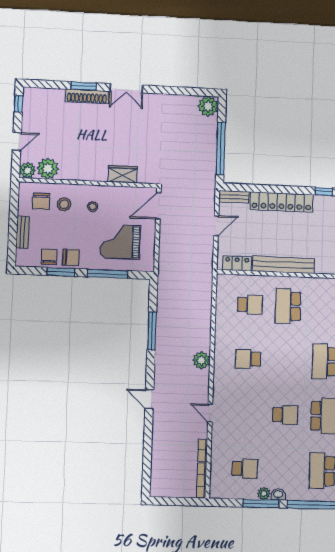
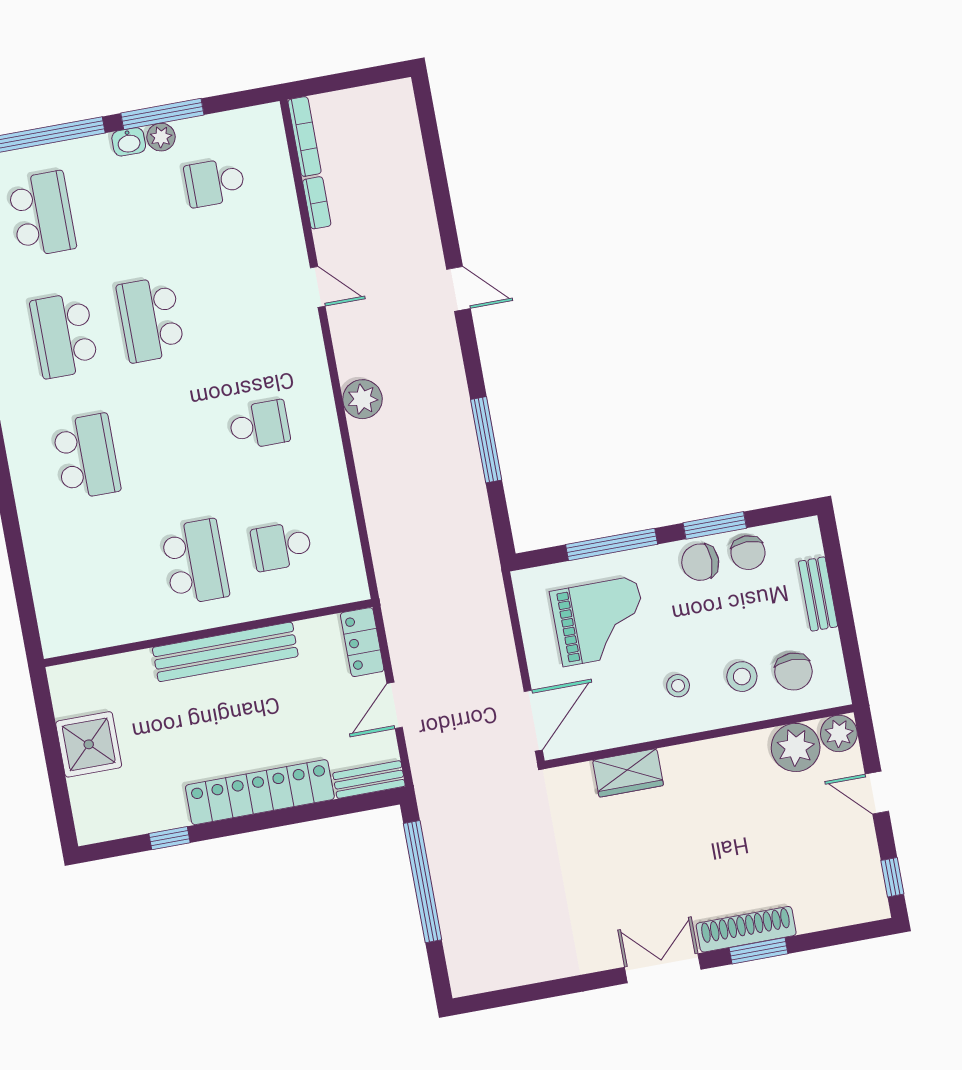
plant: (208, 106) -> (472, 971), removed
door: (17, 141) -> (877, 793), hinge flipped
chair: (41, 201) -> (793, 672), turned 180
locker: (237, 263) -> (362, 642), moved, turned 90
school desk: (285, 415) -> (151, 319), width x1.85

